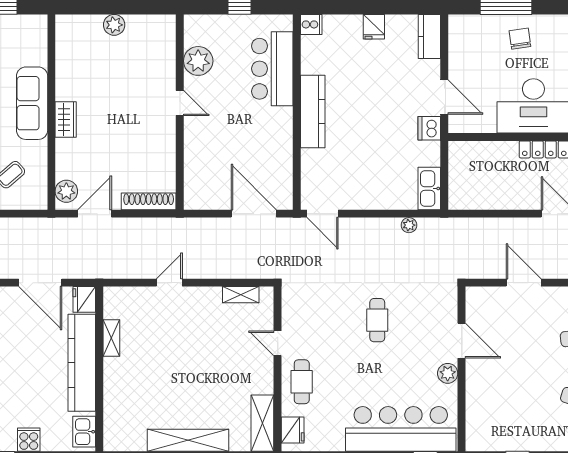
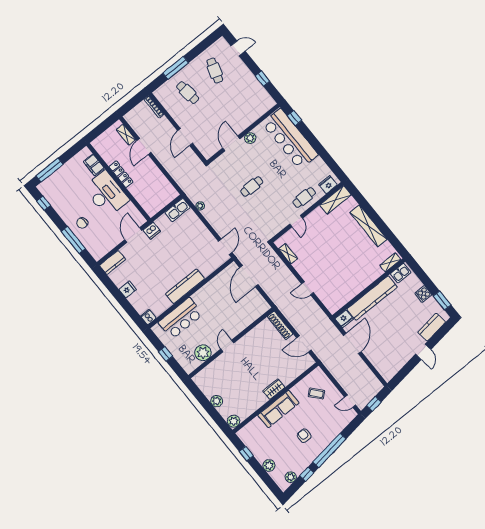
plant: (66, 191) -> (234, 421), moved
shelving: (111, 338) -> (390, 262), moved

